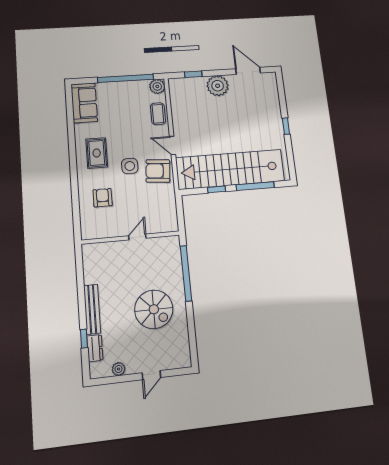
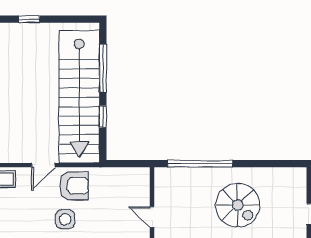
armchair: (158, 171) -> (74, 186), turned -95
spiral stairs: (154, 309) -> (238, 205), turned 90

